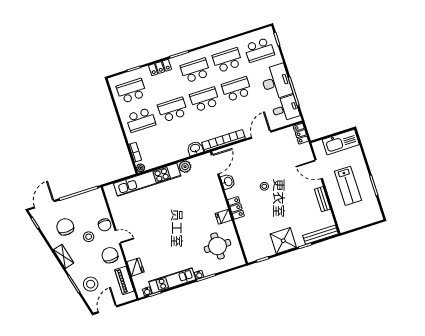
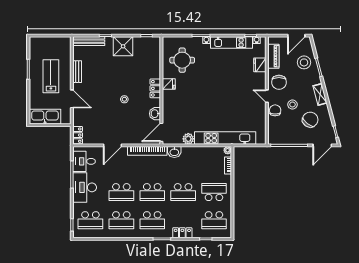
school desk: (259, 50) -> (90, 220), turned 180
chair: (65, 227) -> (310, 120), turned -143

